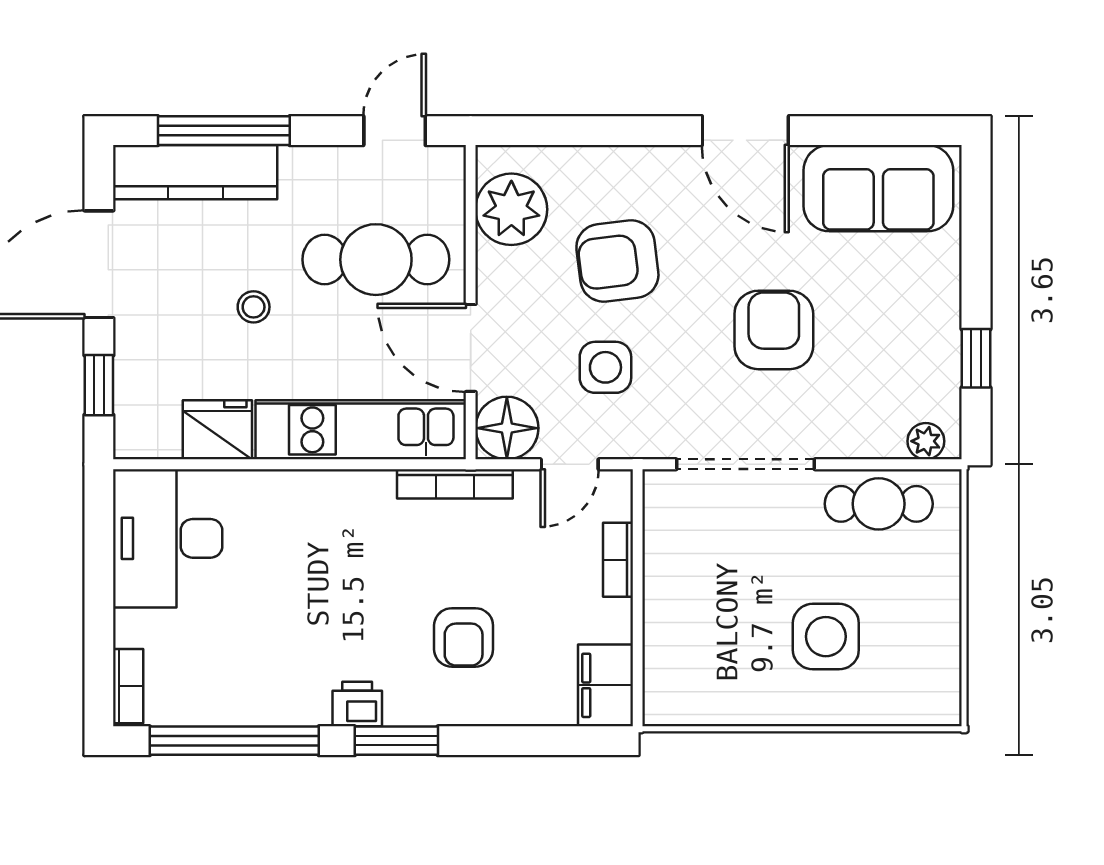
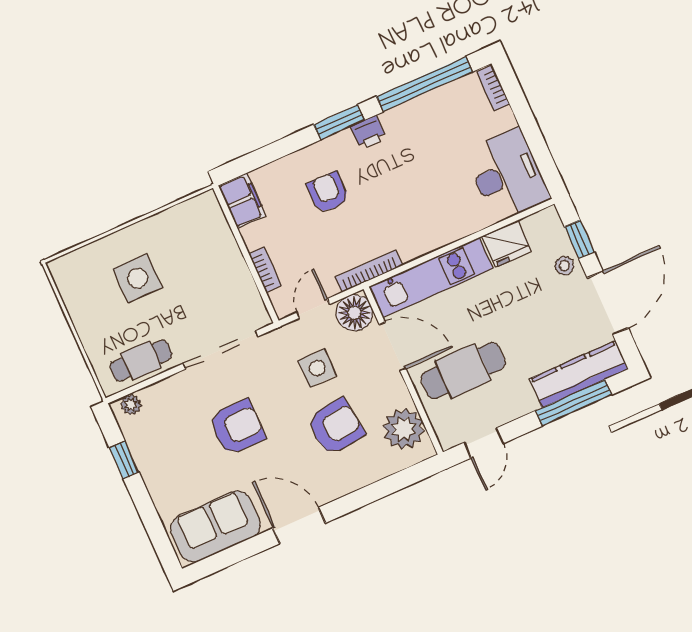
stool: (254, 307) -> (564, 266), moved
armchair: (774, 330) -> (237, 427), turned -90

